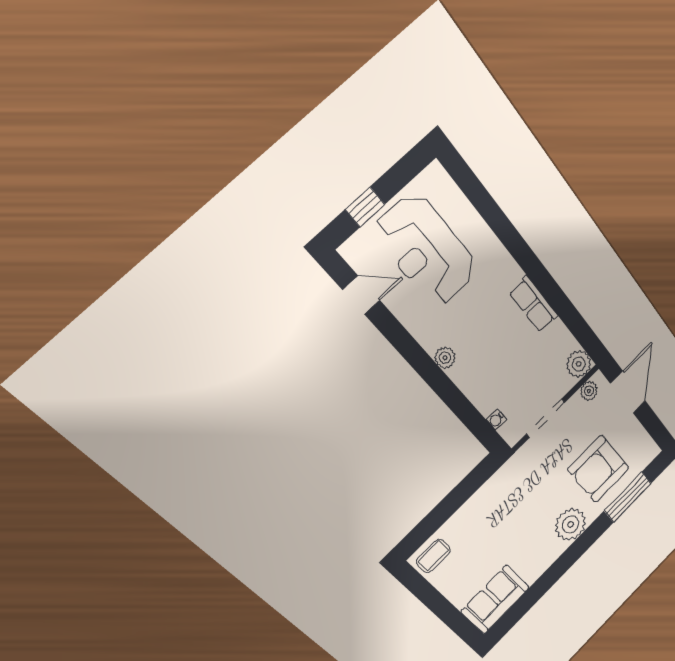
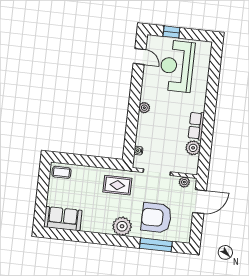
plant: (579, 364) -> (193, 148), moved
rug: (516, 488) -> (117, 185), added

